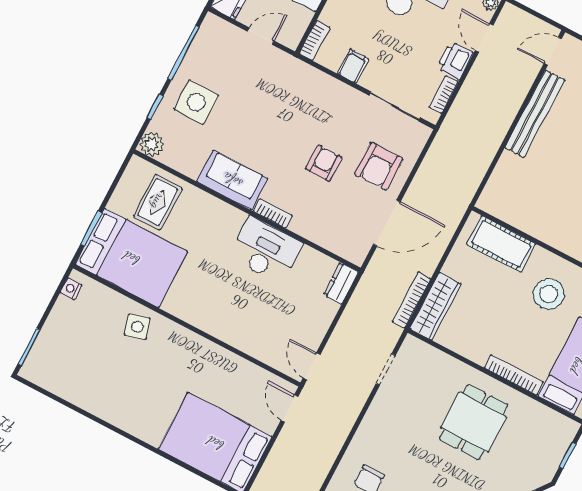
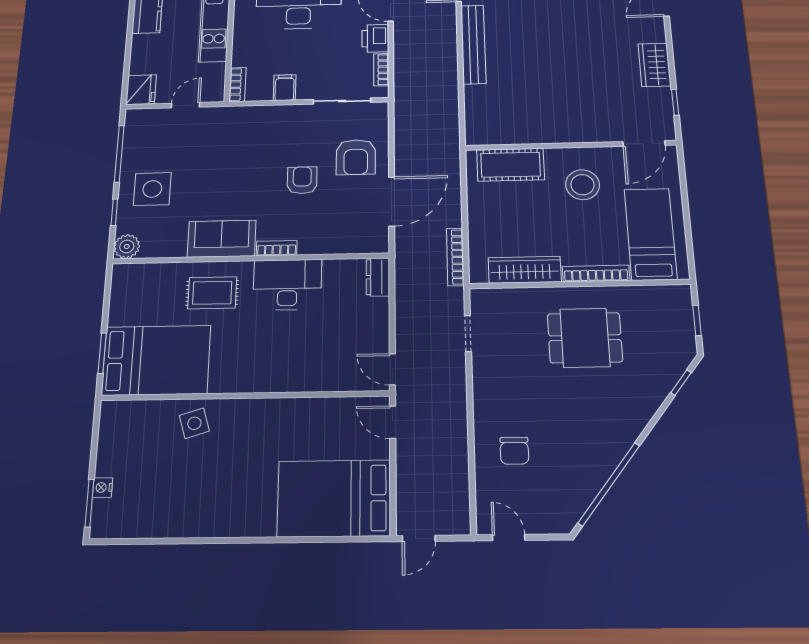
rug: (158, 202) -> (212, 293), moved, turned 90
nightstand: (71, 289) -> (103, 488), moved
wardrobe: (435, 306) -> (525, 270), moved, turned -90
dining table: (474, 422) -> (585, 338), turned 90

